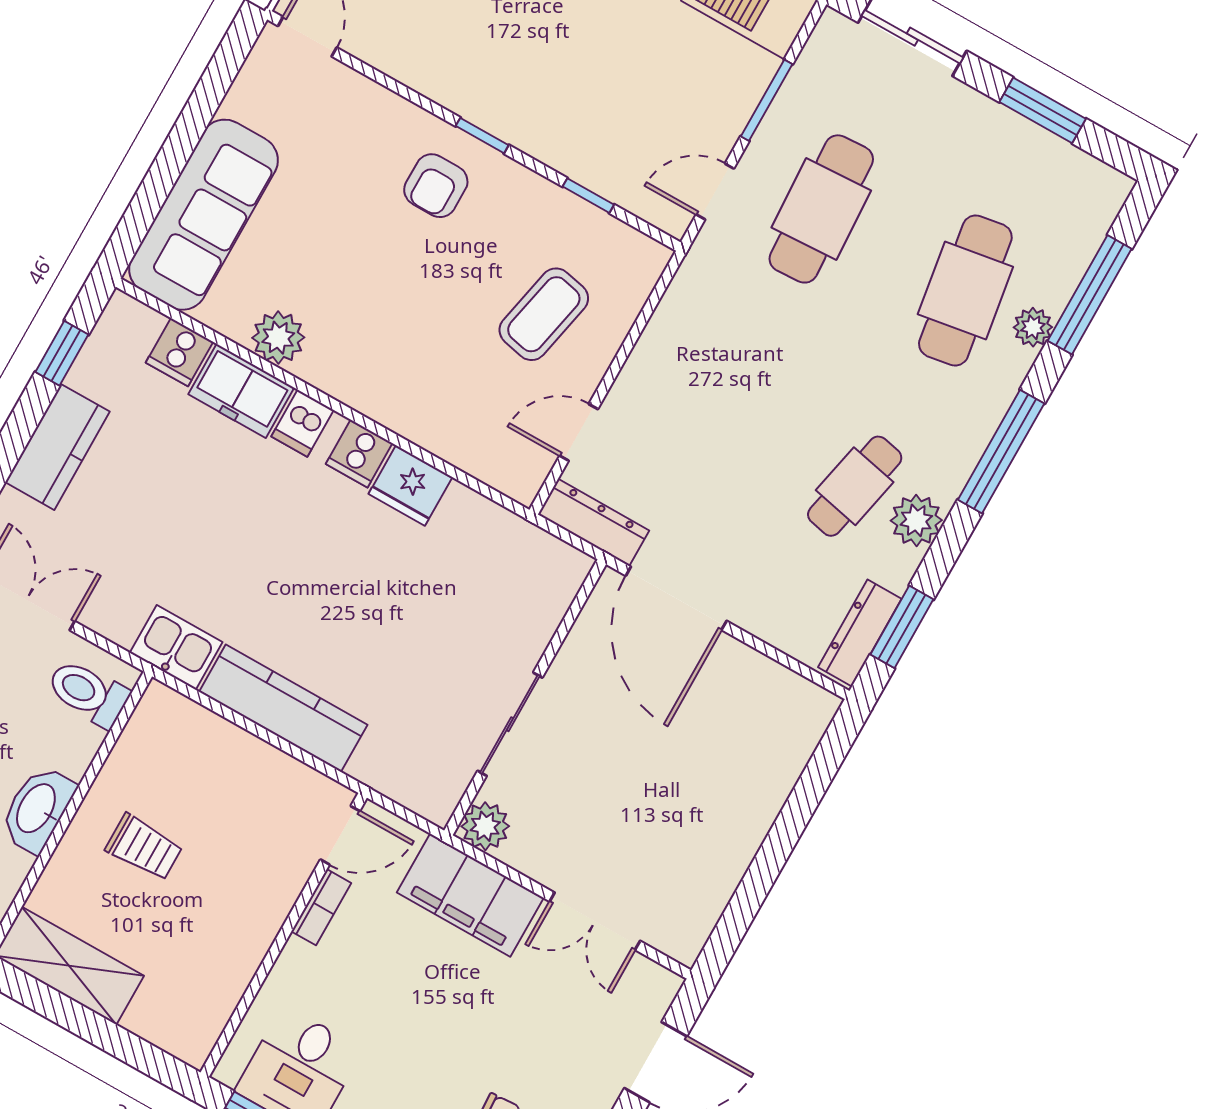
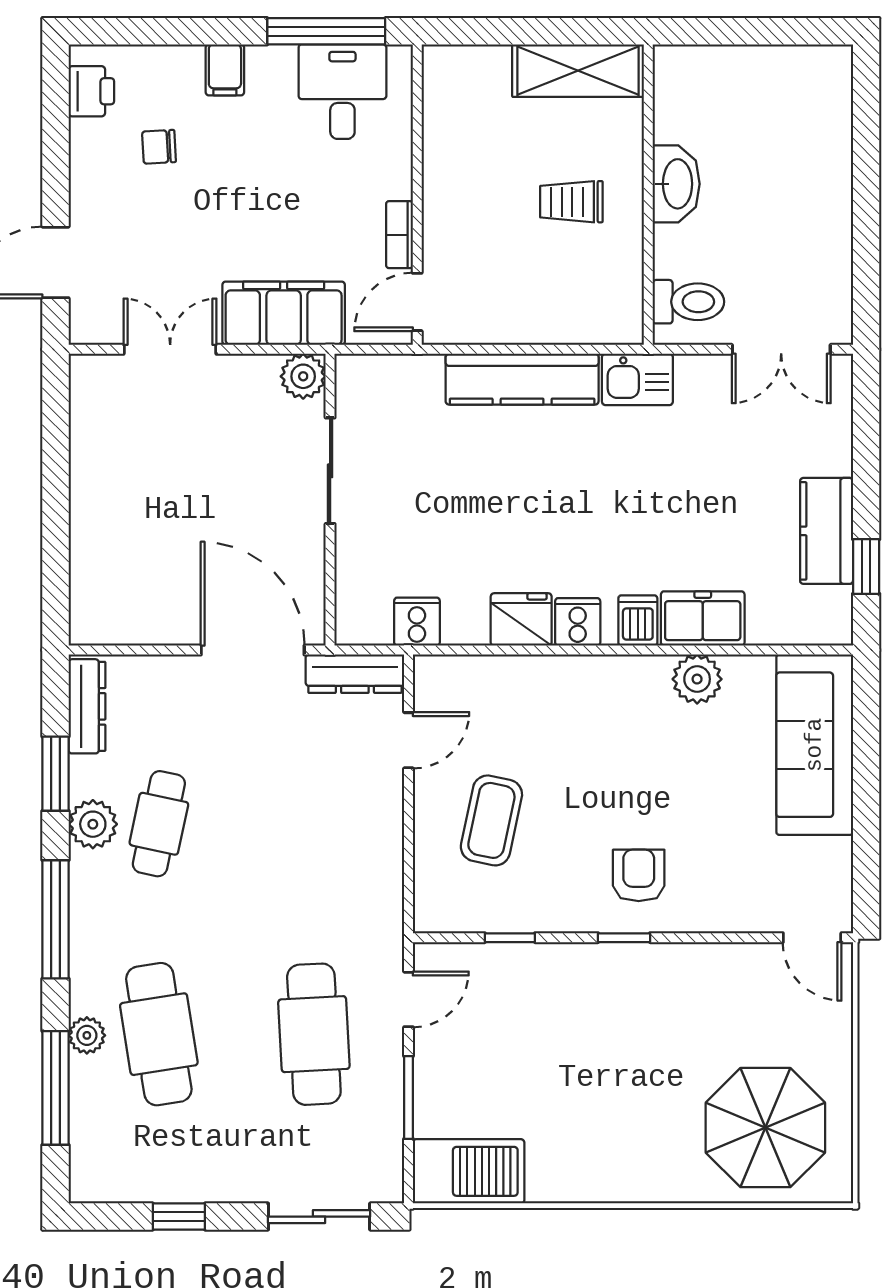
window: (1043, 110) -> (179, 1217), width x0.67
cooker: (180, 352) -> (417, 622), moved
kitchen counter: (58, 447) -> (827, 531), moved
window: (902, 627) -> (56, 774), moved

